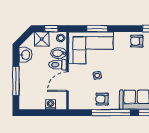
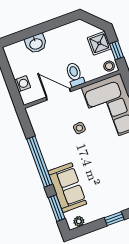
bidet: (59, 53) -> (90, 70), removed
washbasin: (25, 55) -> (36, 44), moved
window: (16, 81) -> (36, 30), removed
armchair: (102, 99) -> (52, 145), removed

